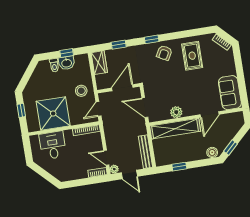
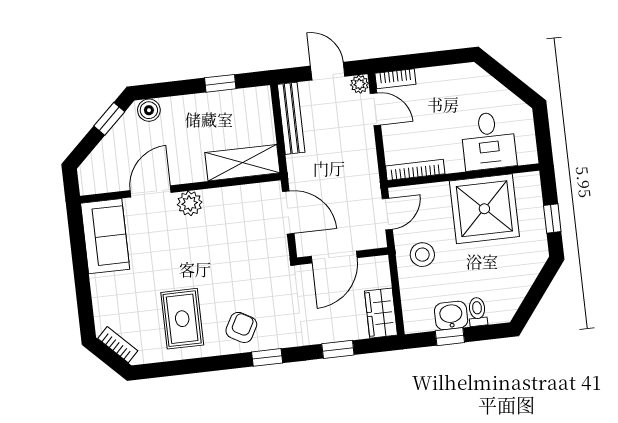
plant: (176, 112) -> (190, 203), moved
shelving: (175, 129) -> (242, 163), width x0.68

